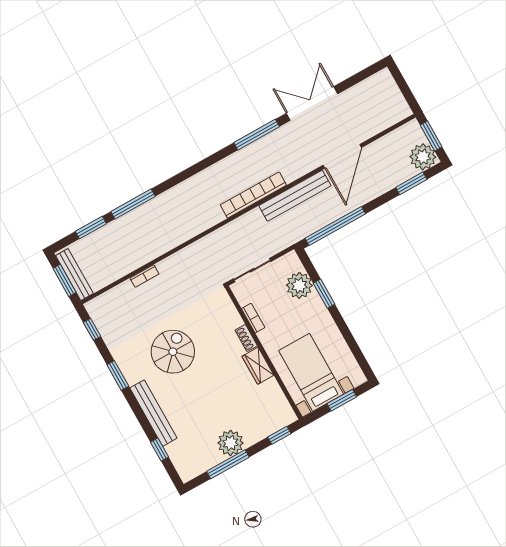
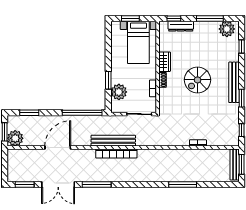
plant: (423, 157) -> (15, 138), moved
bench: (295, 196) -> (113, 141), moved
window: (91, 228) -> (25, 184), moved
spiral stairs: (173, 352) -> (198, 80), moved
bench: (153, 413) -> (234, 82), moved
dresser: (263, 430) -> (181, 26), added
plant: (231, 443) -> (227, 29), moved

